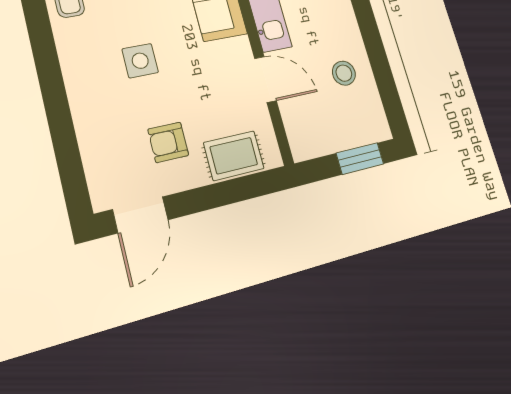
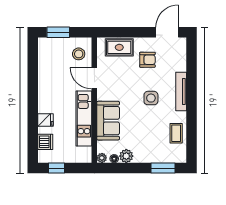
stool: (344, 73) -> (79, 54), moved
tv unit: (77, 87) -> (181, 92), added

